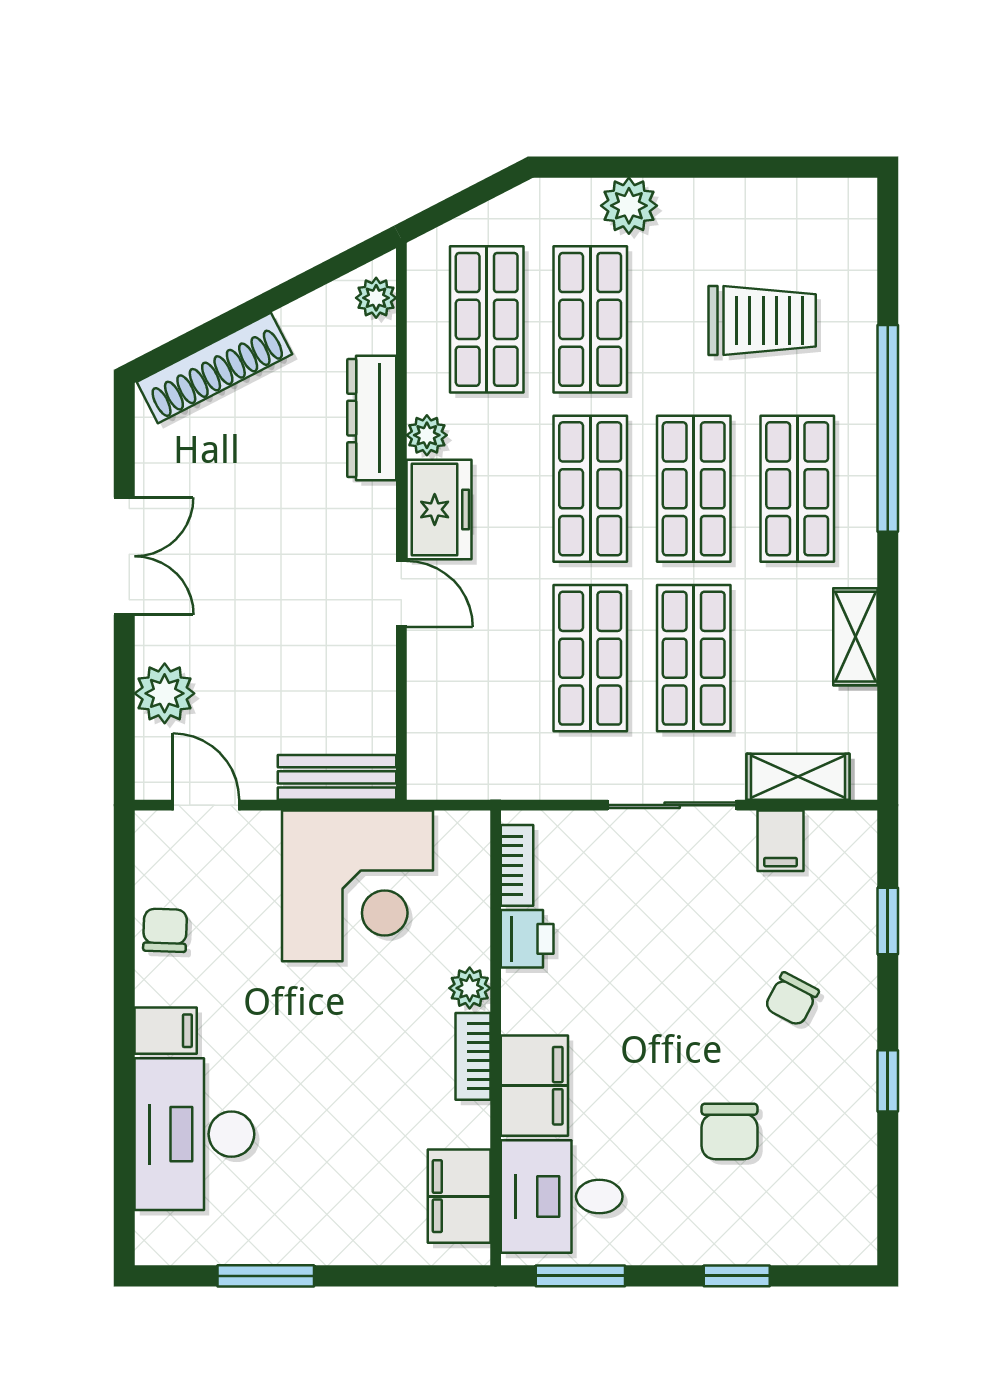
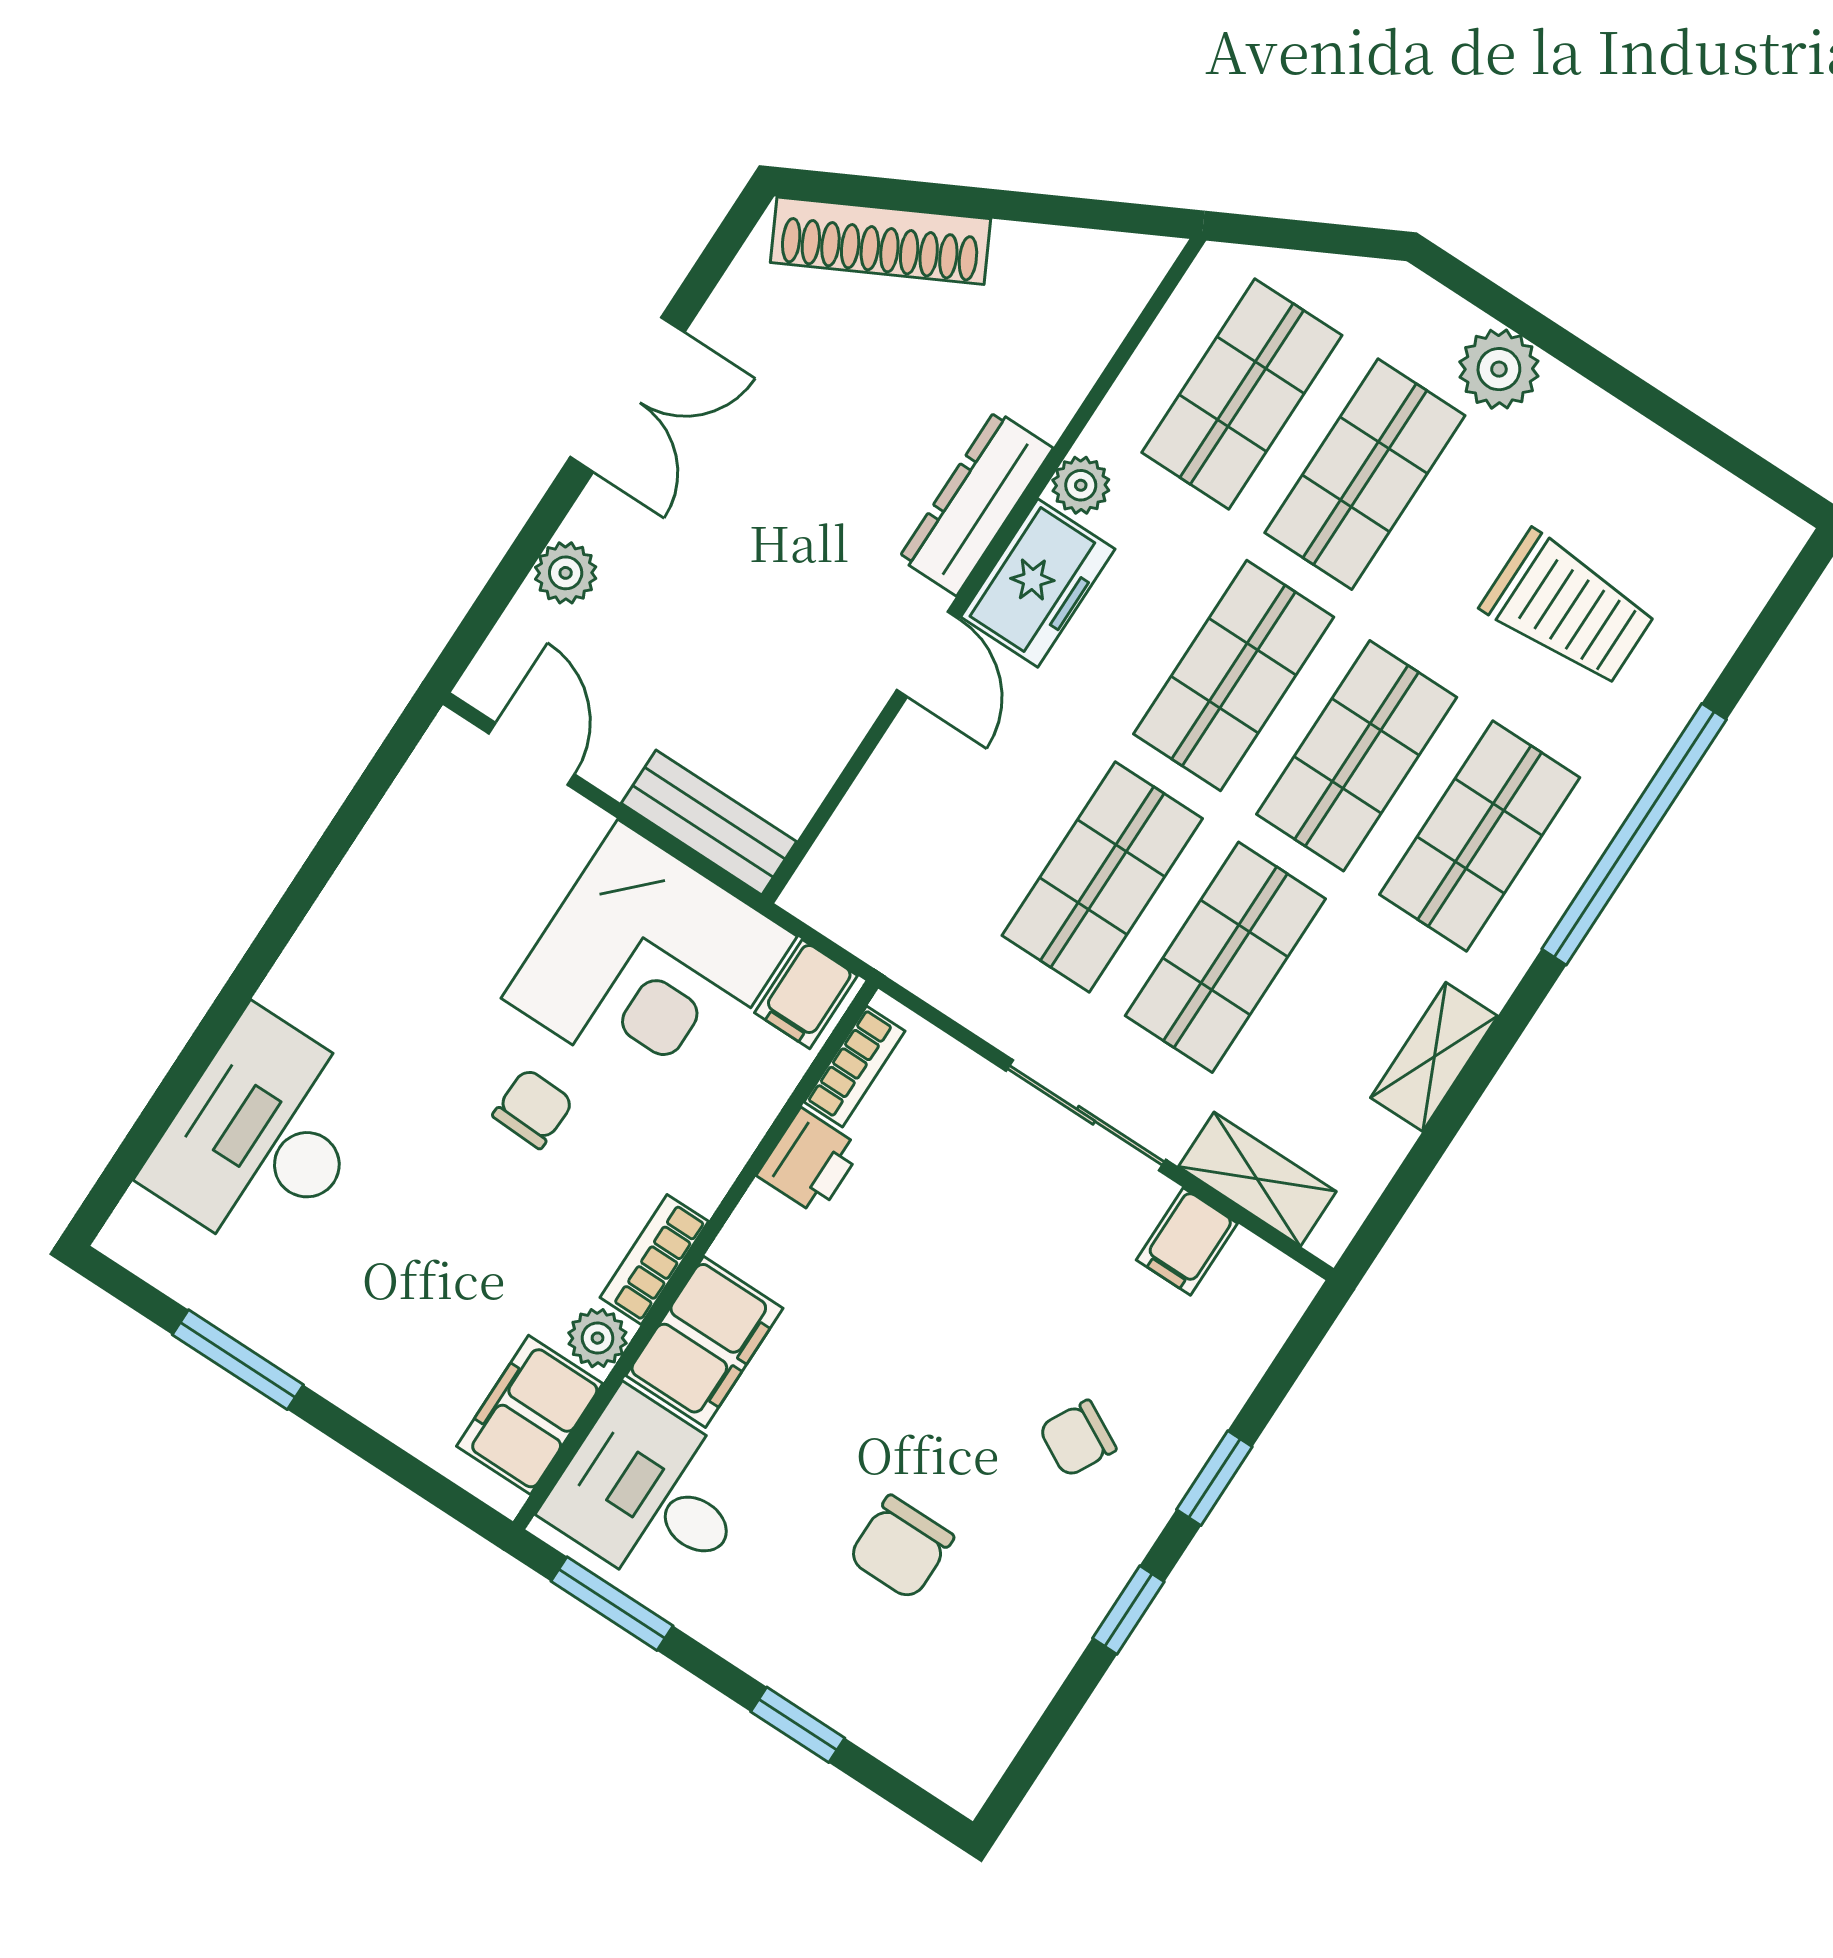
plant: (376, 298) -> (1127, 283), removed
dresser: (372, 418) -> (976, 503), moved
plant: (165, 693) -> (566, 573), width x0.73, depth x0.73
window: (888, 921) -> (1214, 1478), moved
chair: (165, 930) -> (533, 1108), moved
plant: (470, 988) -> (597, 1338), moved
filing cabinet: (166, 1031) -> (806, 994), moved, turned 90

